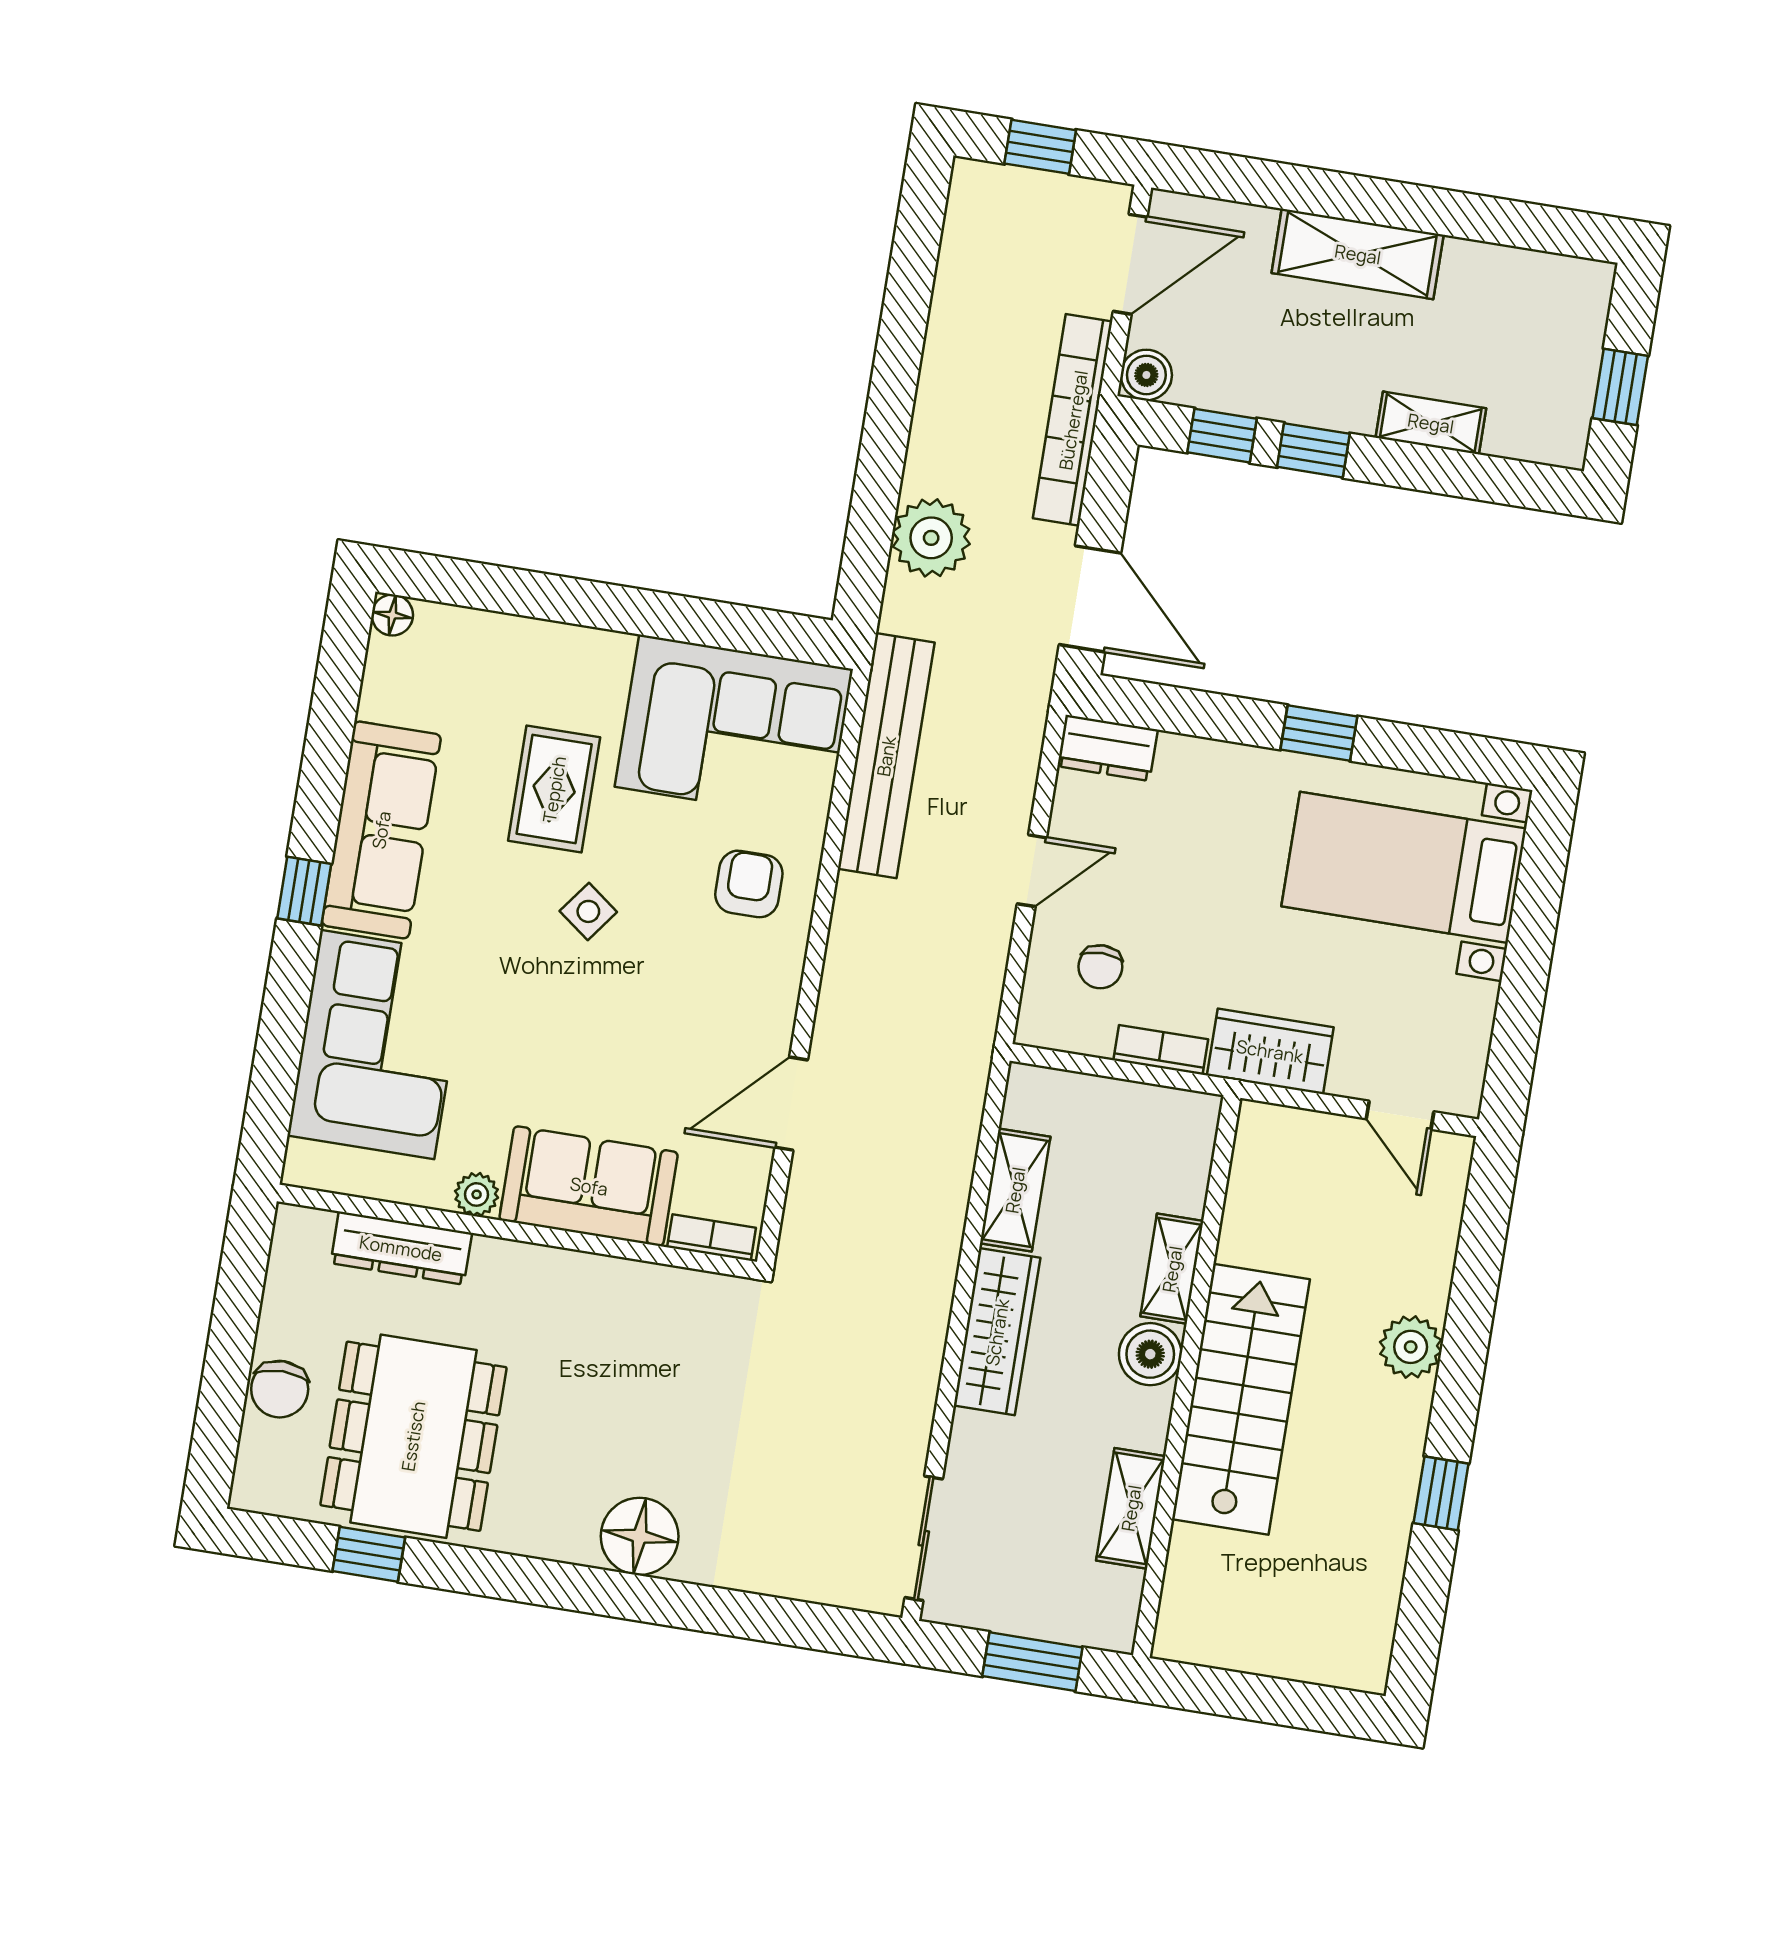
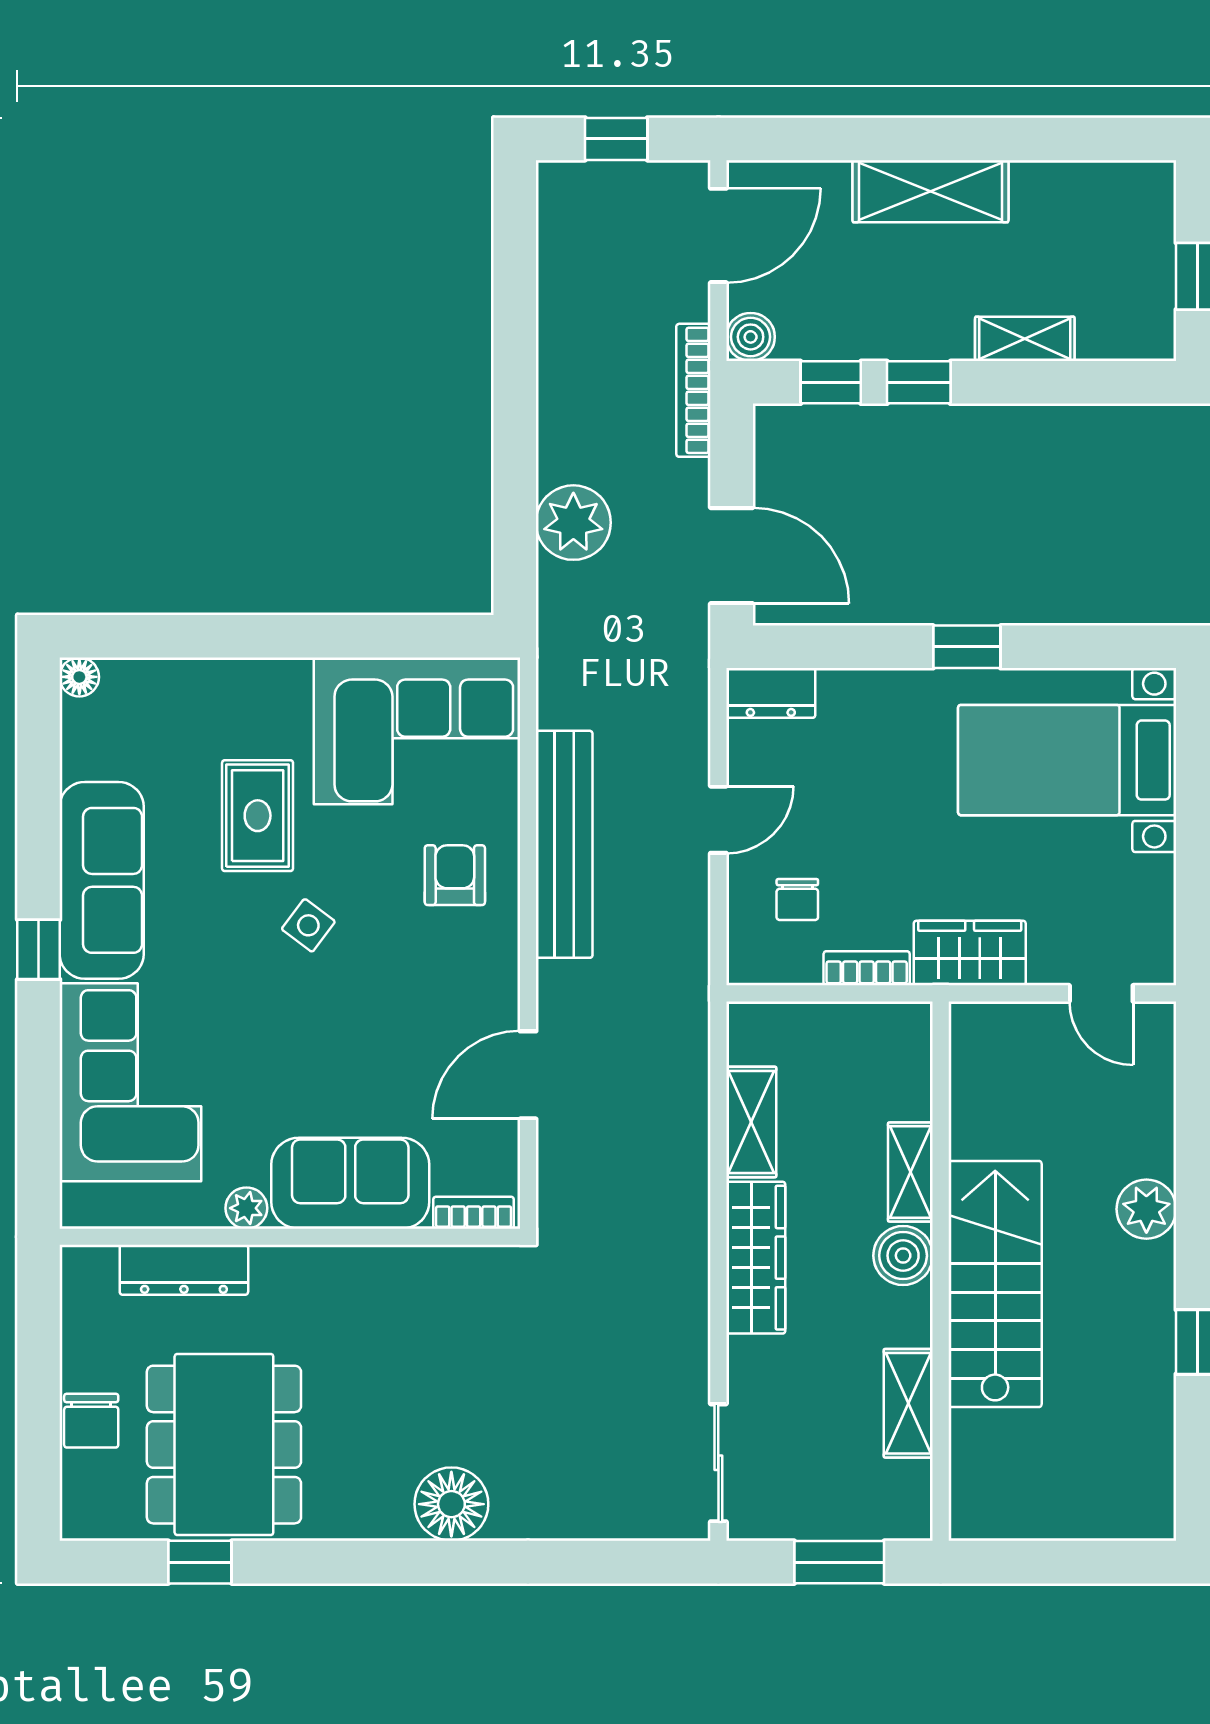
bookcase: (1073, 420) -> (693, 390), width x0.68, depth x0.76
bench: (886, 756) -> (564, 844), moved

